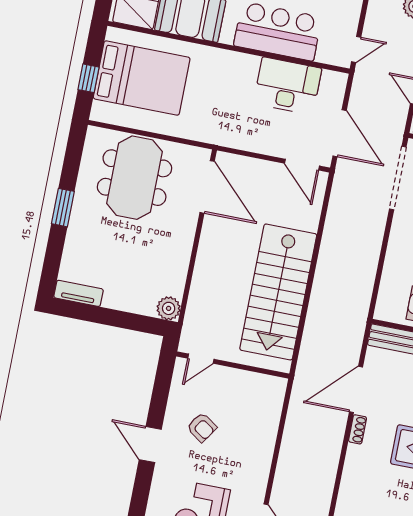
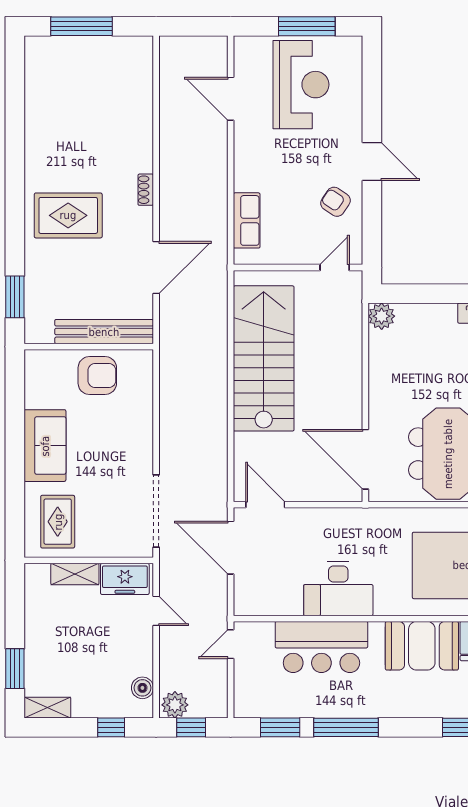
desk: (288, 86) -> (338, 589), moved
row of seats: (269, 415) -> (247, 220), added
armchair: (202, 427) -> (335, 202), moved
shoe rack: (357, 429) -> (146, 190), moved

